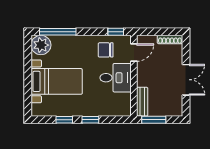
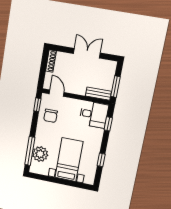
plant: (41, 45) -> (40, 154), moved
desk: (116, 78) -> (94, 115), moved, turned 90
window: (90, 120) -> (108, 124), moved

